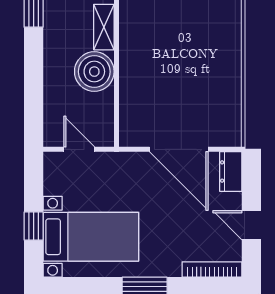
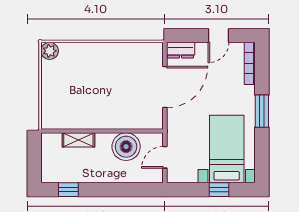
boiler: (94, 72) -> (126, 147), moved

